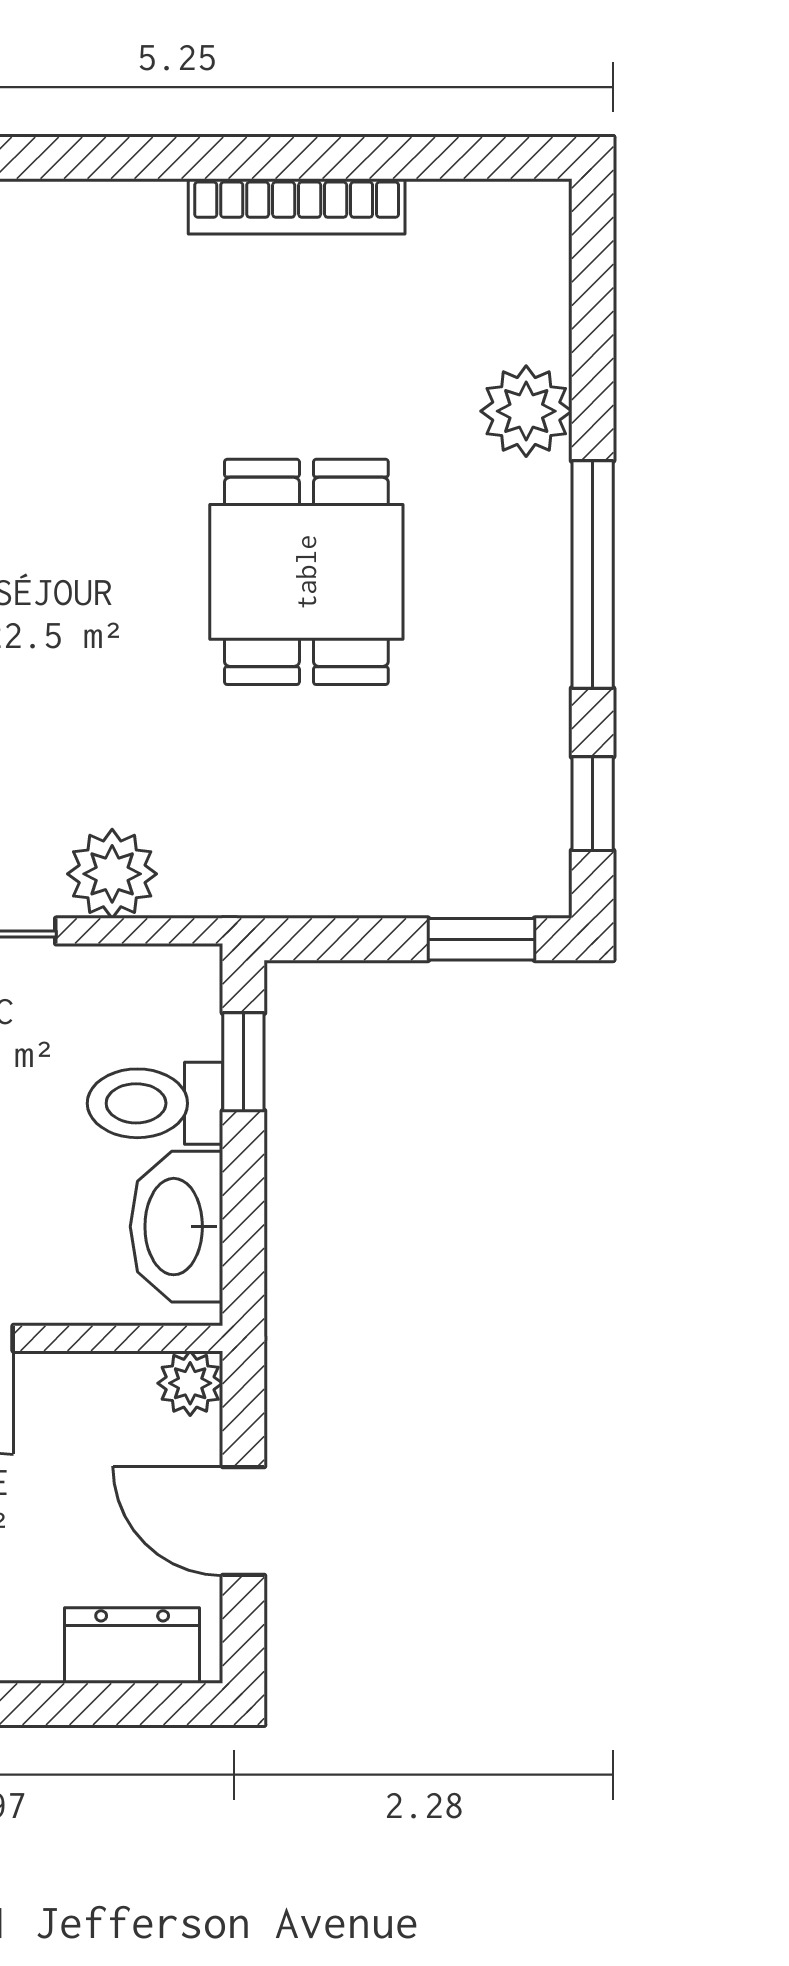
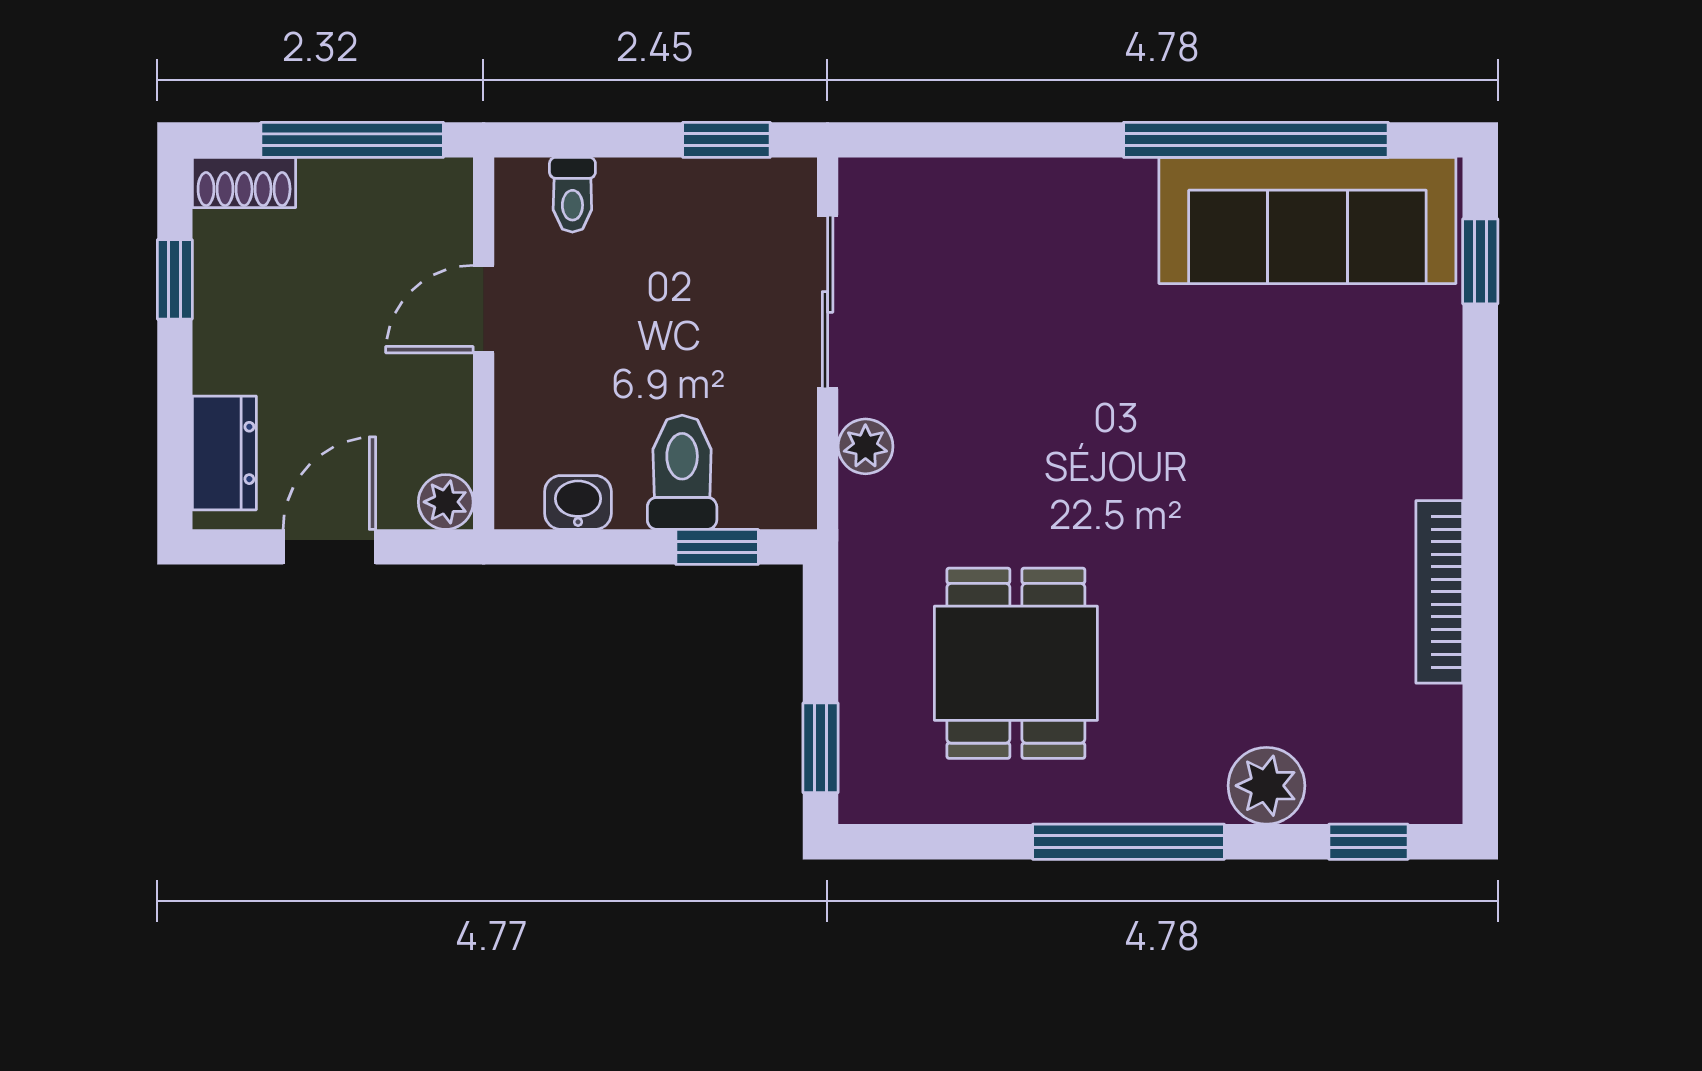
dining table: (306, 572) -> (1016, 663), moved, turned 90
window: (593, 804) -> (1368, 842), moved
plant: (112, 874) -> (865, 446), width x0.73, depth x0.73
washbasin: (176, 1227) -> (578, 502), width x0.52, depth x0.69

